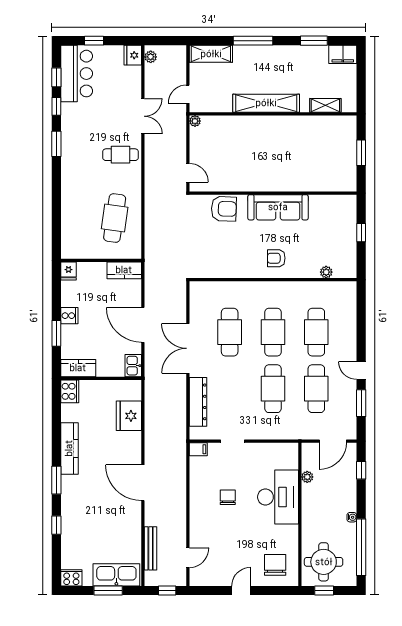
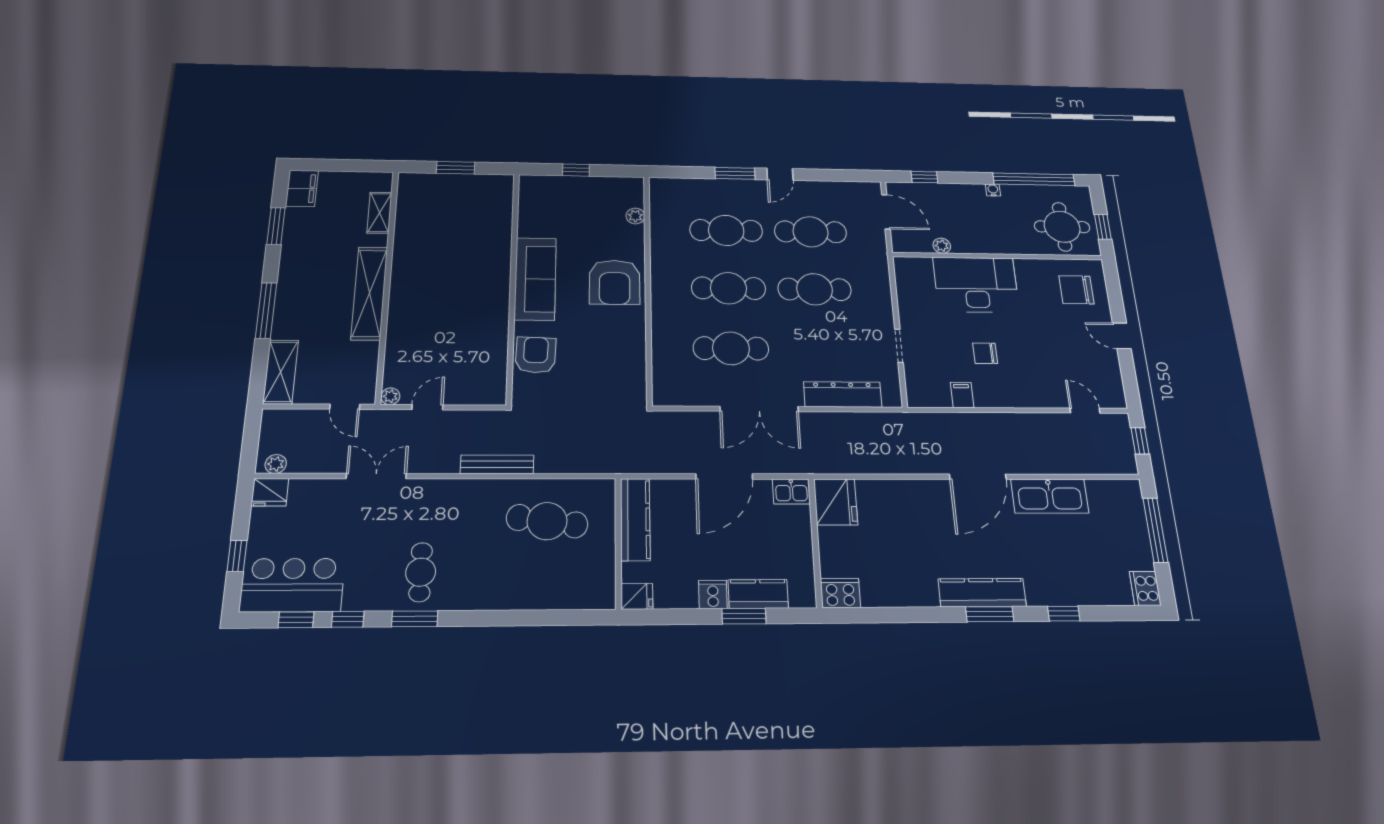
cafe table: (120, 155) -> (421, 572), moved
door: (188, 173) -> (427, 407), moved
armchair: (276, 258) -> (615, 282), width x1.88, depth x1.88
kitchen counter: (124, 270) -> (635, 519), width x1.50
kitchen counter: (78, 368) -> (758, 594), moved, turned 90
window: (361, 403) -> (735, 173), moved
fridge: (129, 416) -> (836, 502), moved, turned -90
kitchen counter: (69, 448) -> (982, 593), moved
filing cabinet: (198, 449) -> (962, 395), moved
bench: (151, 548) -> (497, 464), moved
kitchen sink: (116, 575) -> (1050, 496), moved, turned -90
window: (108, 591) -> (1155, 530), width x1.44

